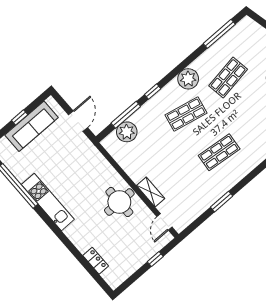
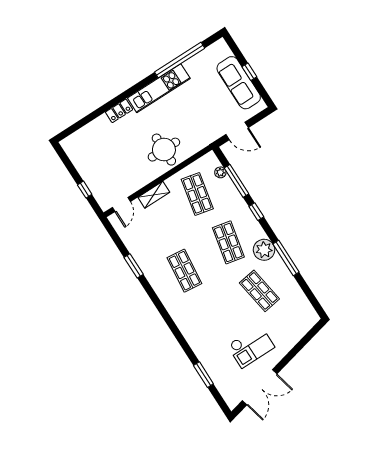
window: (219, 34) -> (286, 258), moved
plant: (127, 132) -> (220, 172), width x0.53, depth x0.53
shop shelf: (144, 151) -> (197, 194), added
round table: (119, 202) -> (164, 150), moved
door: (164, 222) -> (121, 204), swing flipped
locker: (96, 261) -> (119, 111), moved

